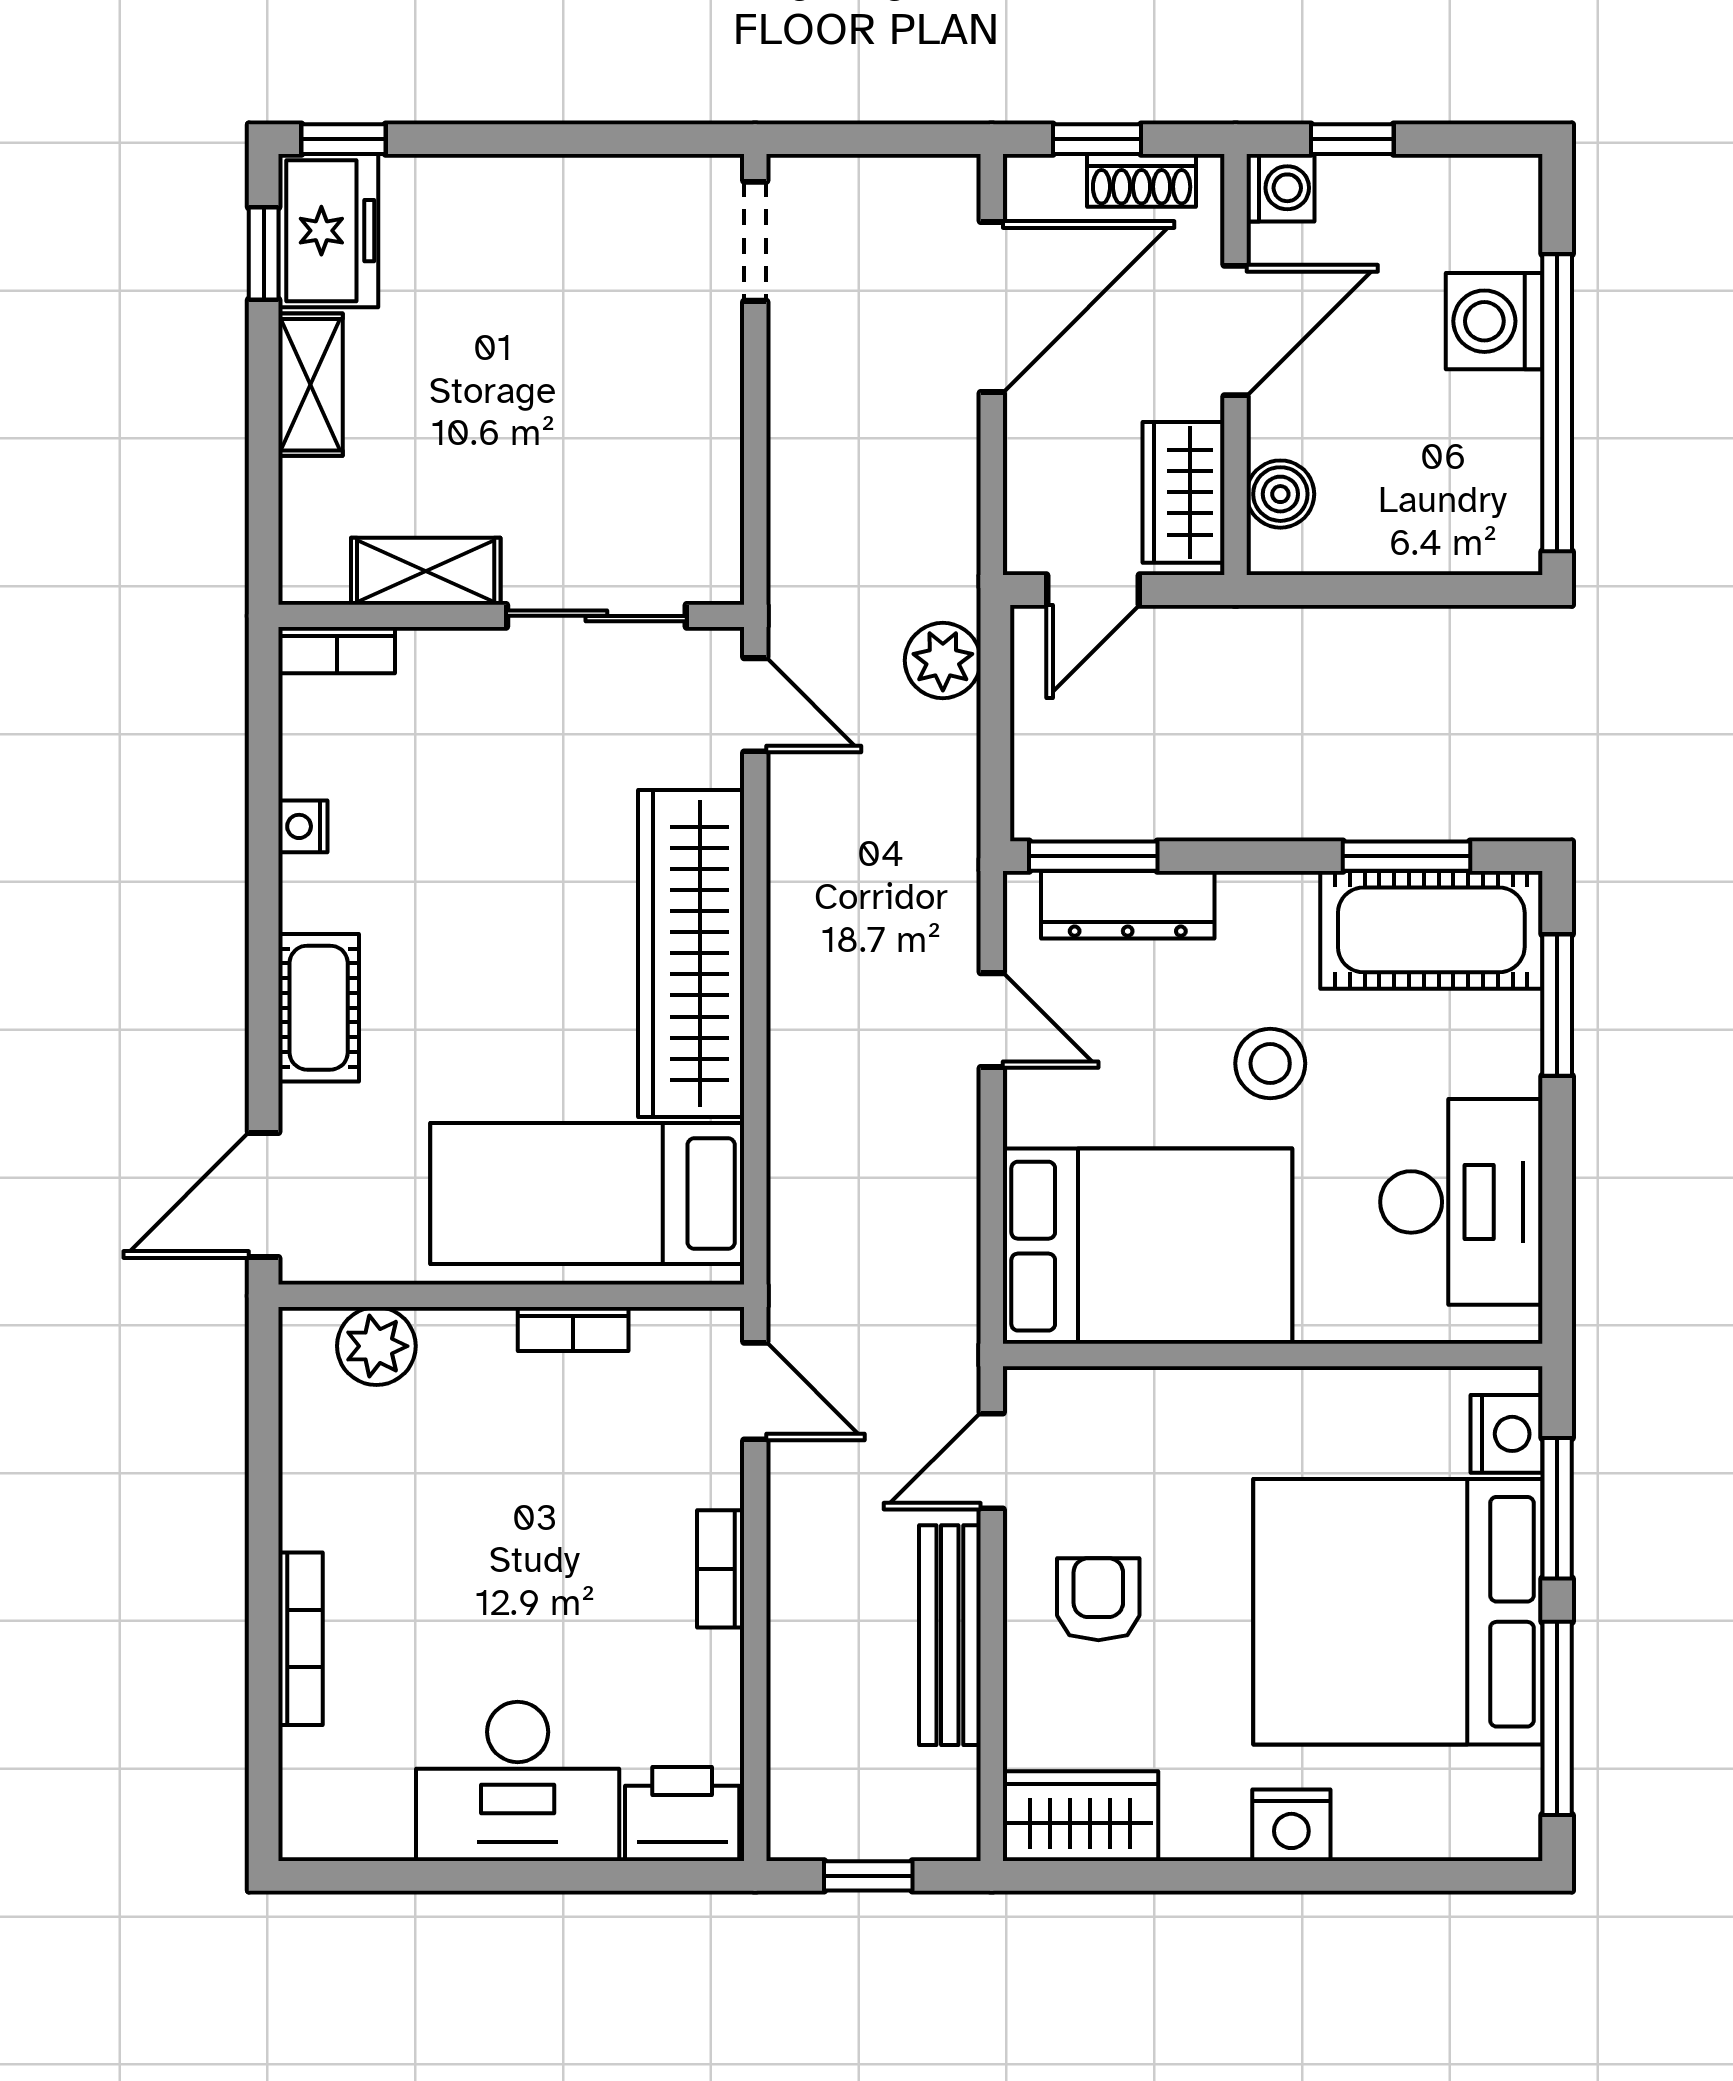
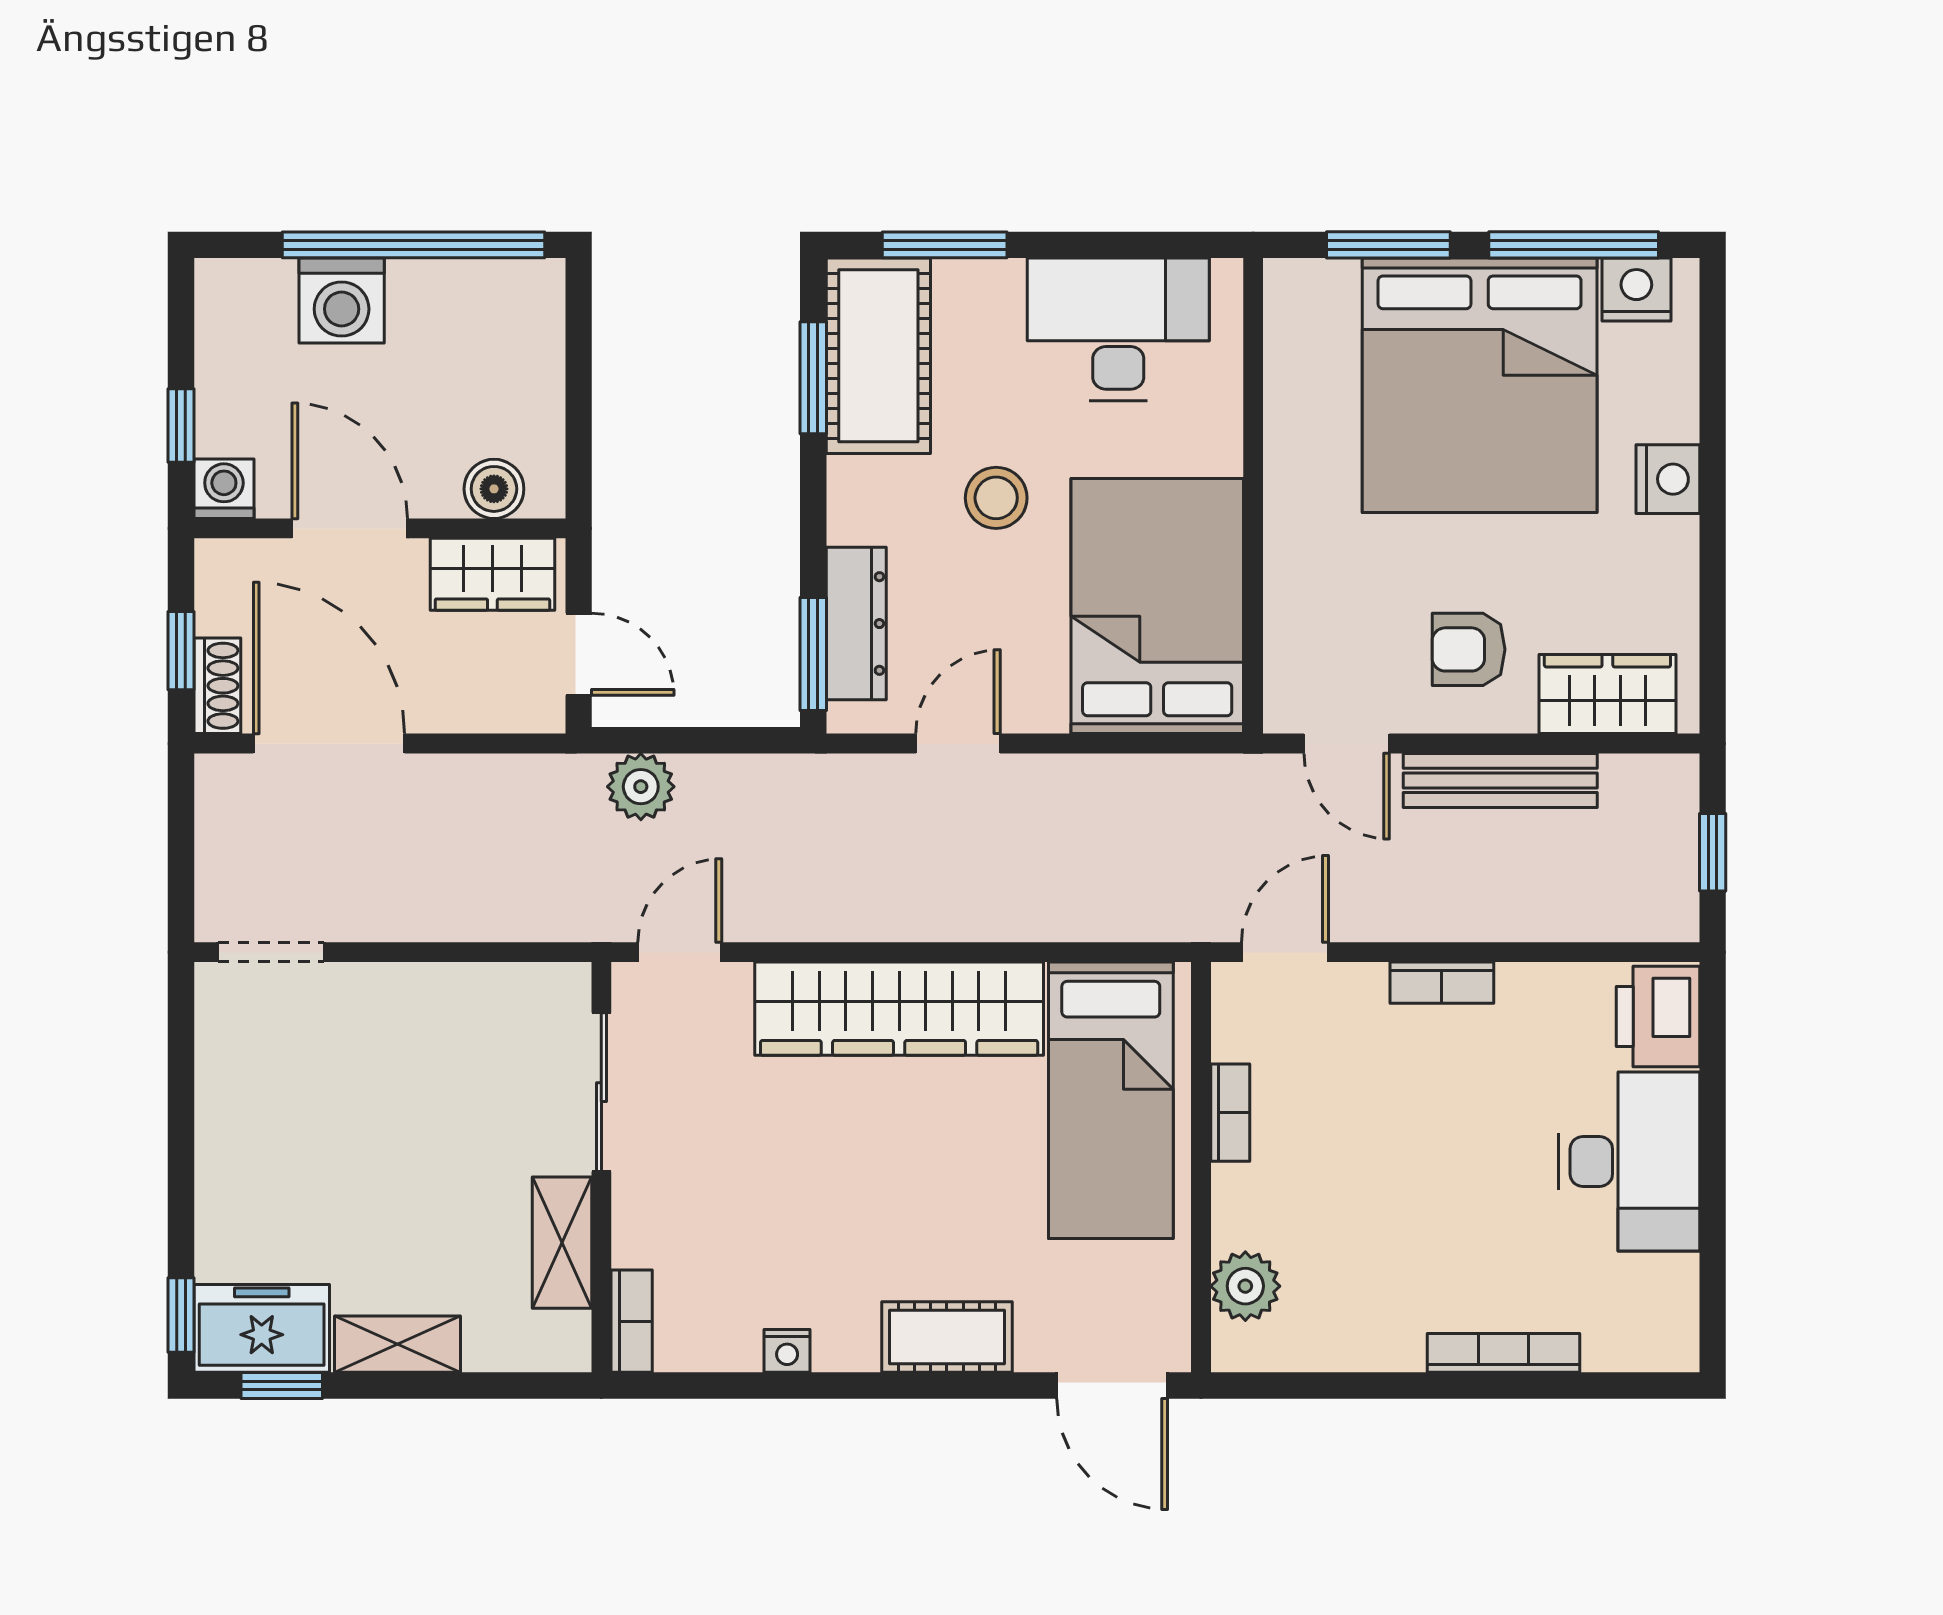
shoe rack: (1142, 180) -> (217, 686), moved
nightstand: (1506, 1434) -> (1636, 290), moved
wardrobe: (1080, 1816) -> (1607, 694), moved, turned 90

